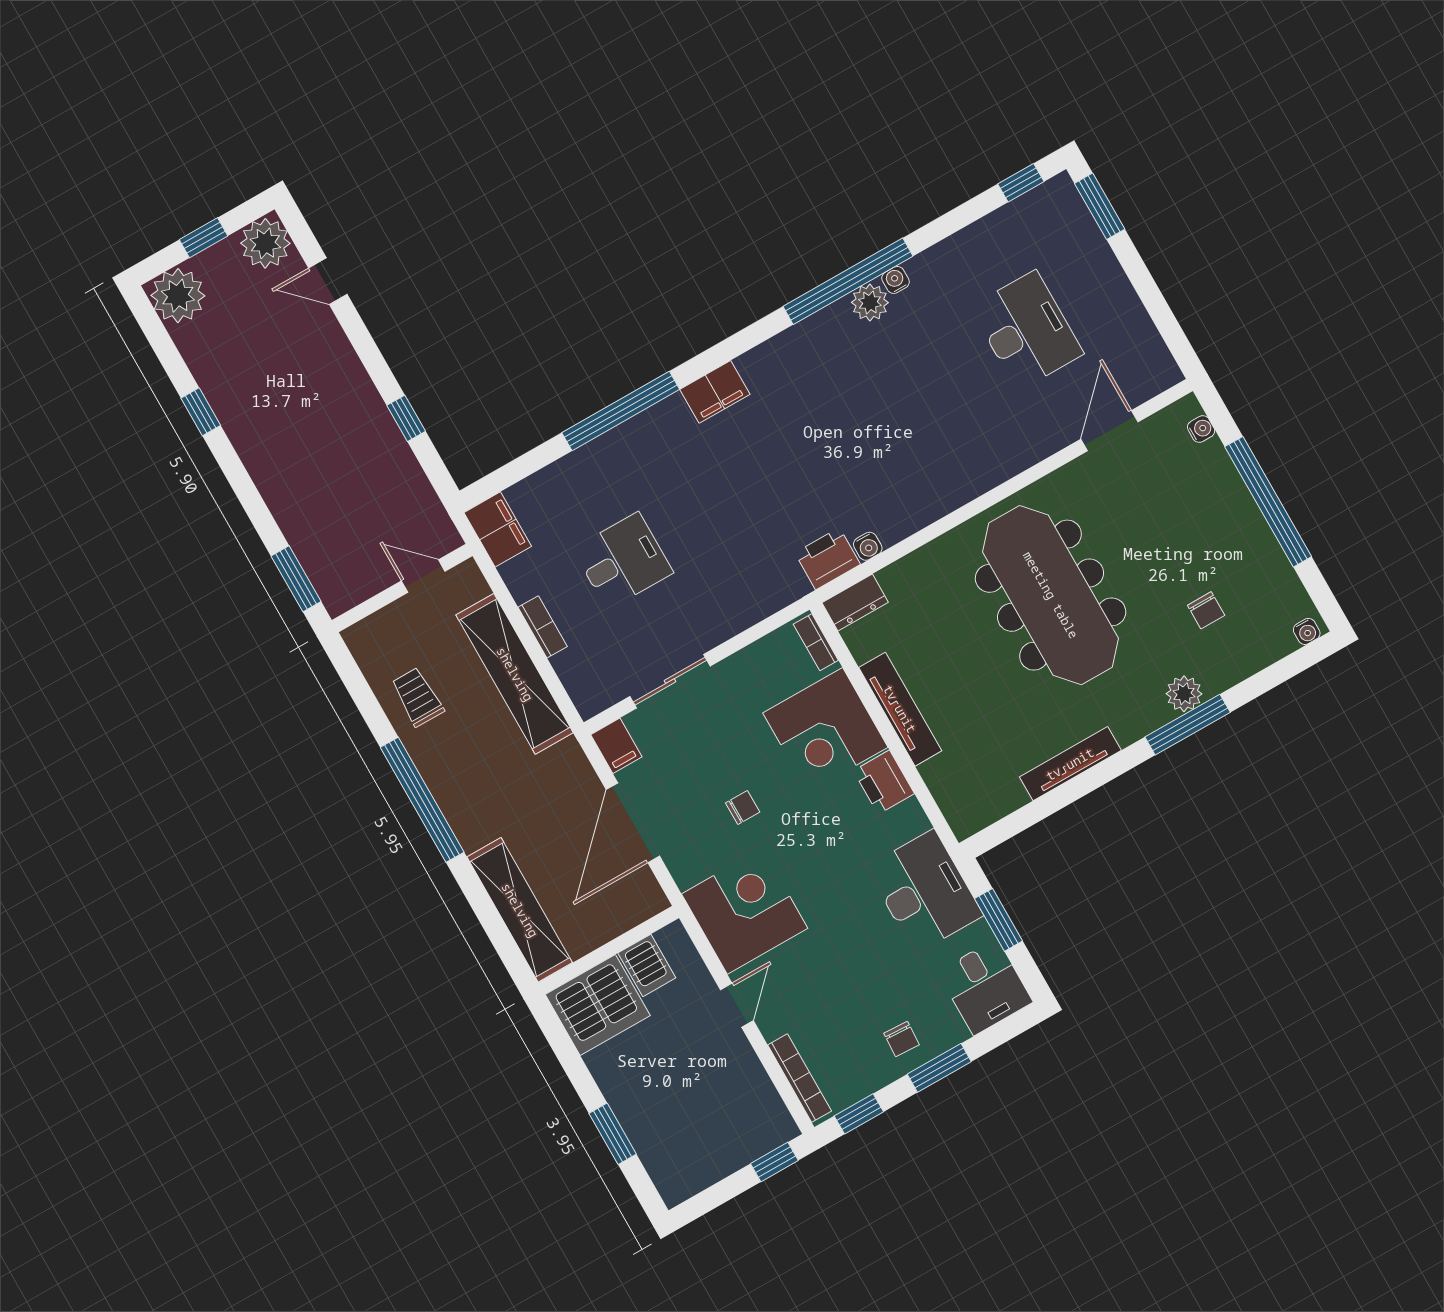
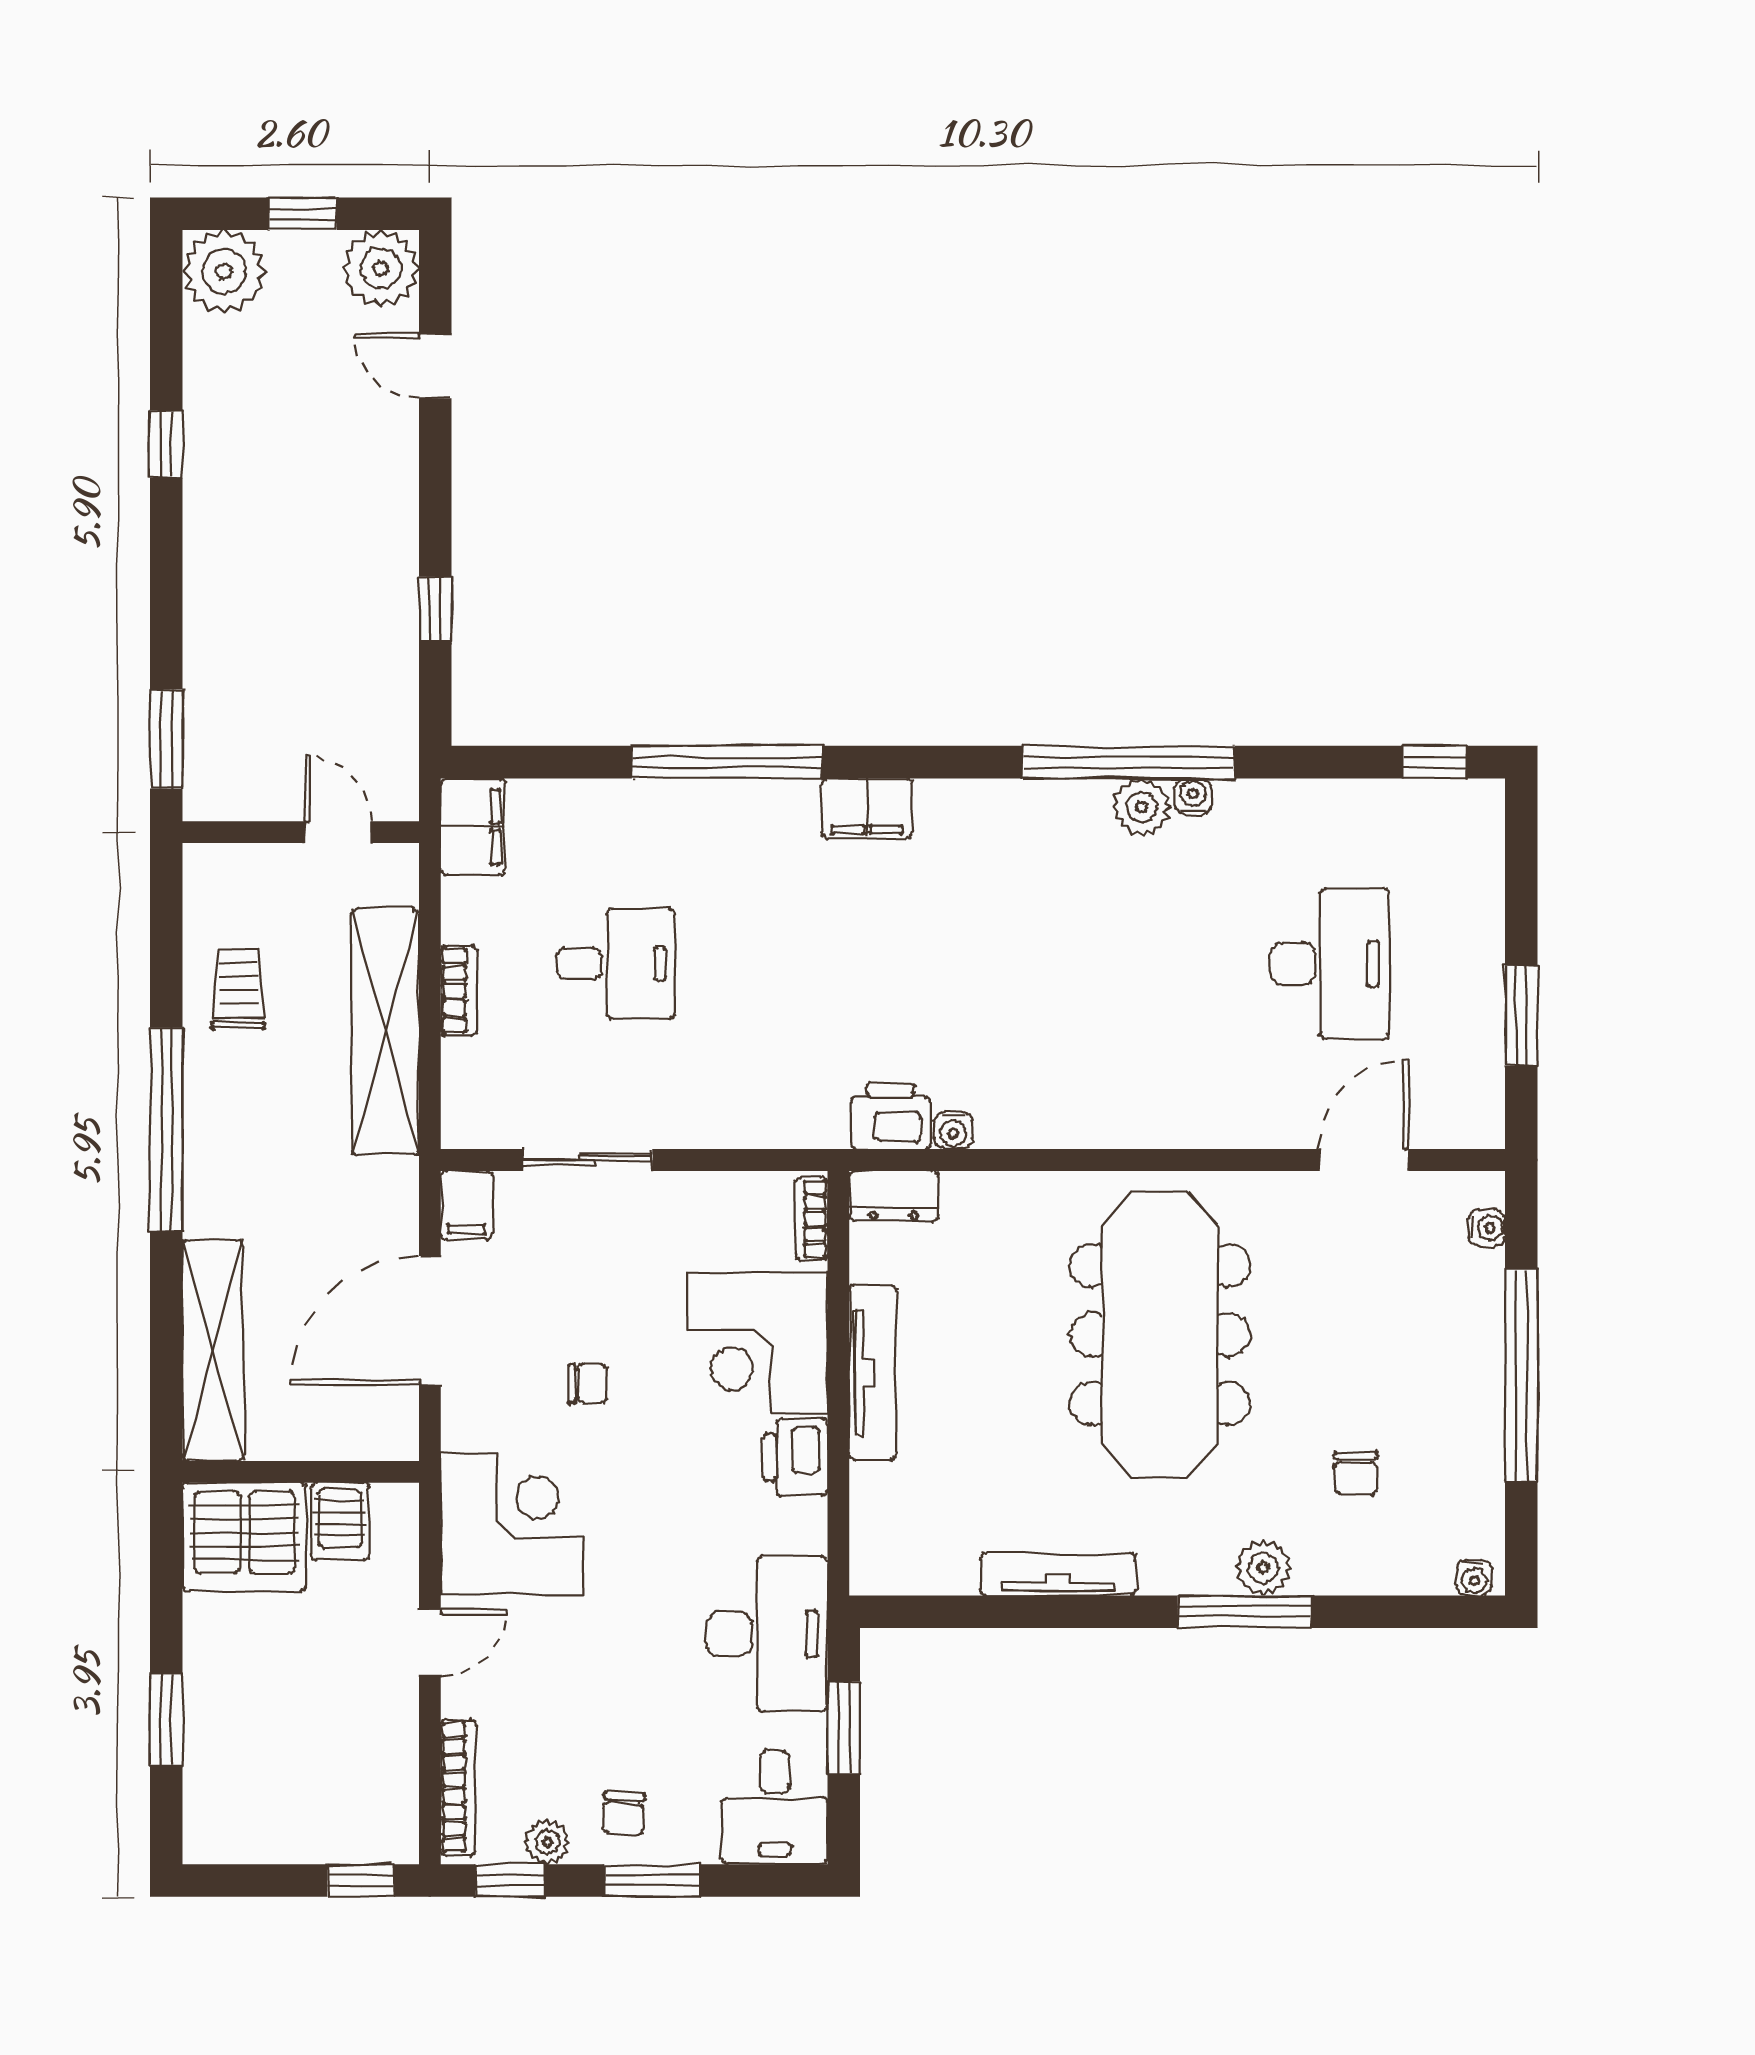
window: (1100, 206) -> (1521, 1016), moved
plant: (868, 1080) -> (547, 1842), added

